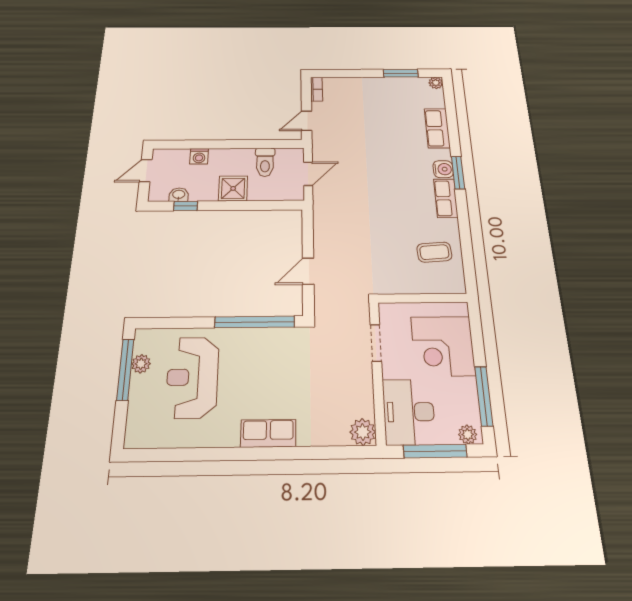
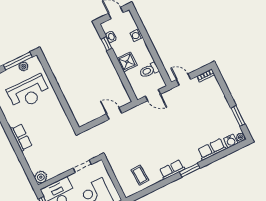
water cooler: (443, 169) -> (231, 141), moved
door: (308, 271) -> (114, 114), moved
window: (255, 322) -> (66, 107), removed
reception desk: (192, 377) -> (29, 92), turned 180

